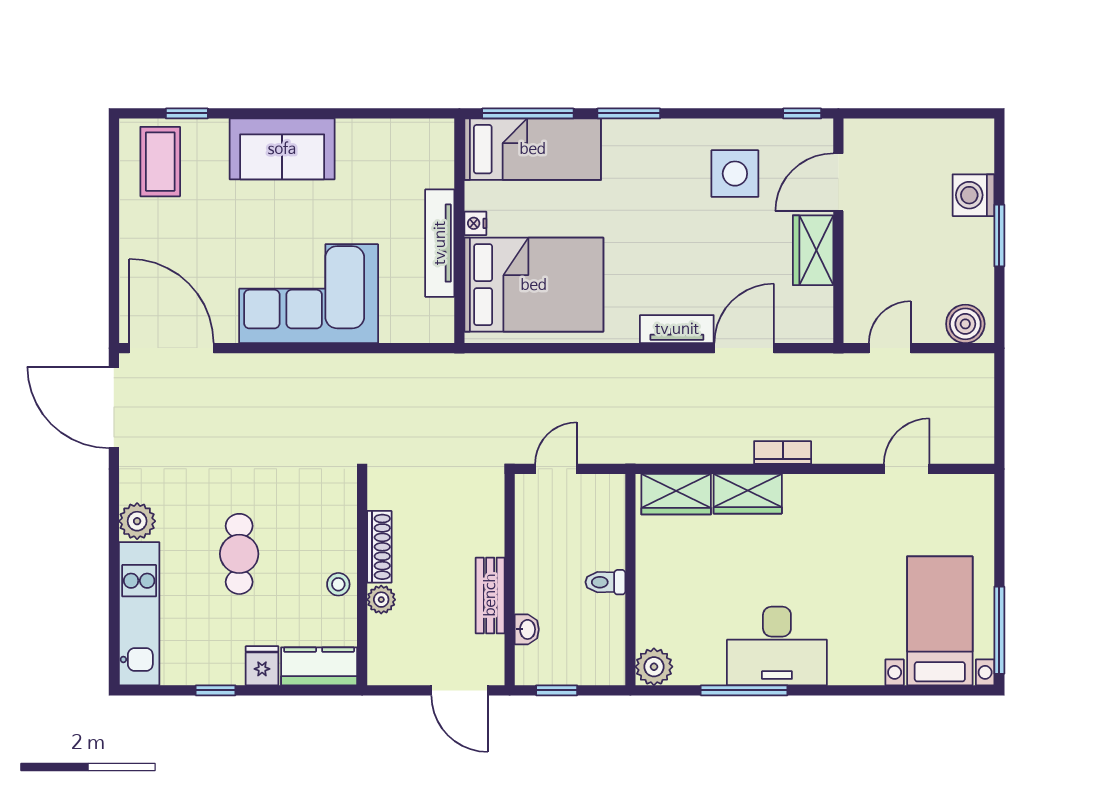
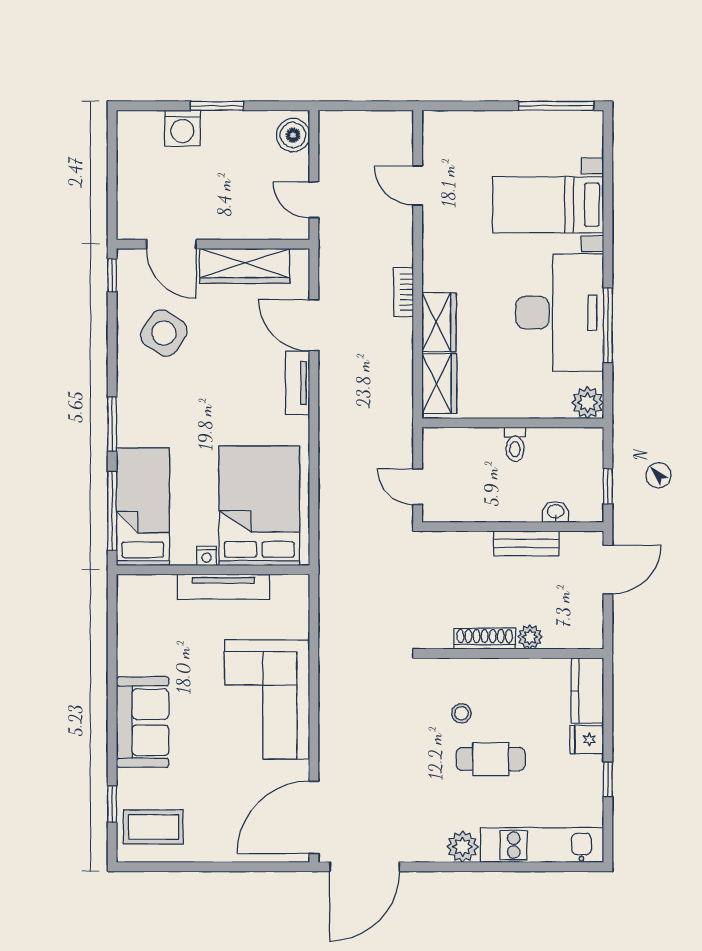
side table: (735, 174) -> (164, 333), turned 33
wardrobe: (813, 250) -> (245, 266), width x1.50
stool: (338, 584) -> (461, 713), moved
bed with nightstands: (940, 621) -> (548, 205), moved
desk: (777, 646) -> (560, 313), width x1.36, depth x1.30

